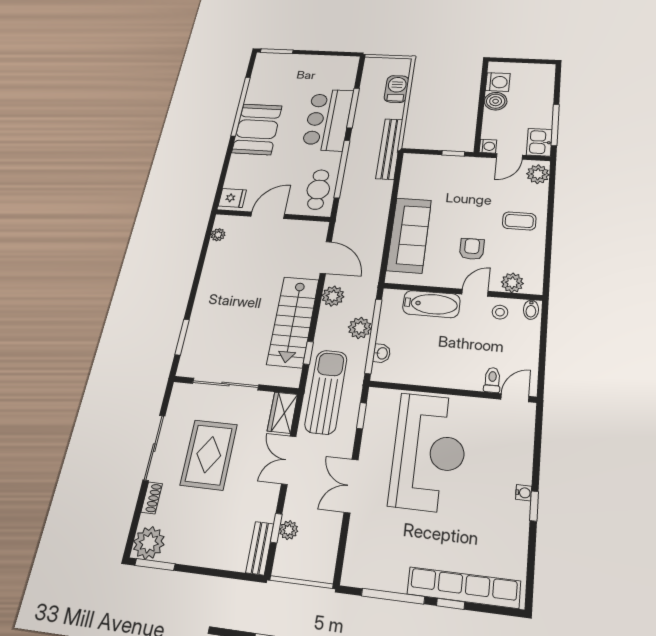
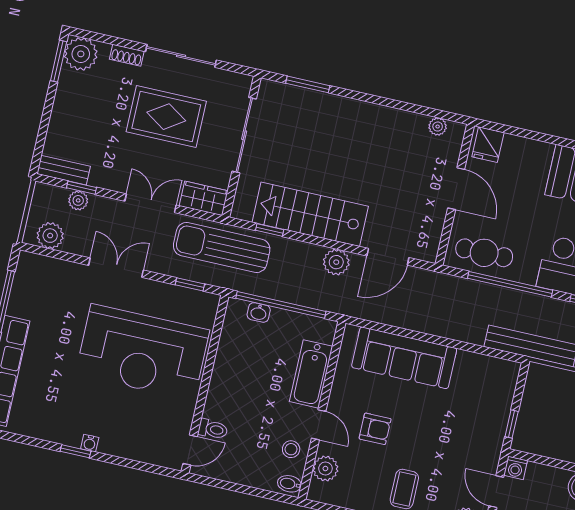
plant: (360, 328) -> (50, 236), moved
sun lounger: (326, 392) -> (222, 247), turned 180
door: (515, 398) -> (190, 450), hinge flipped

